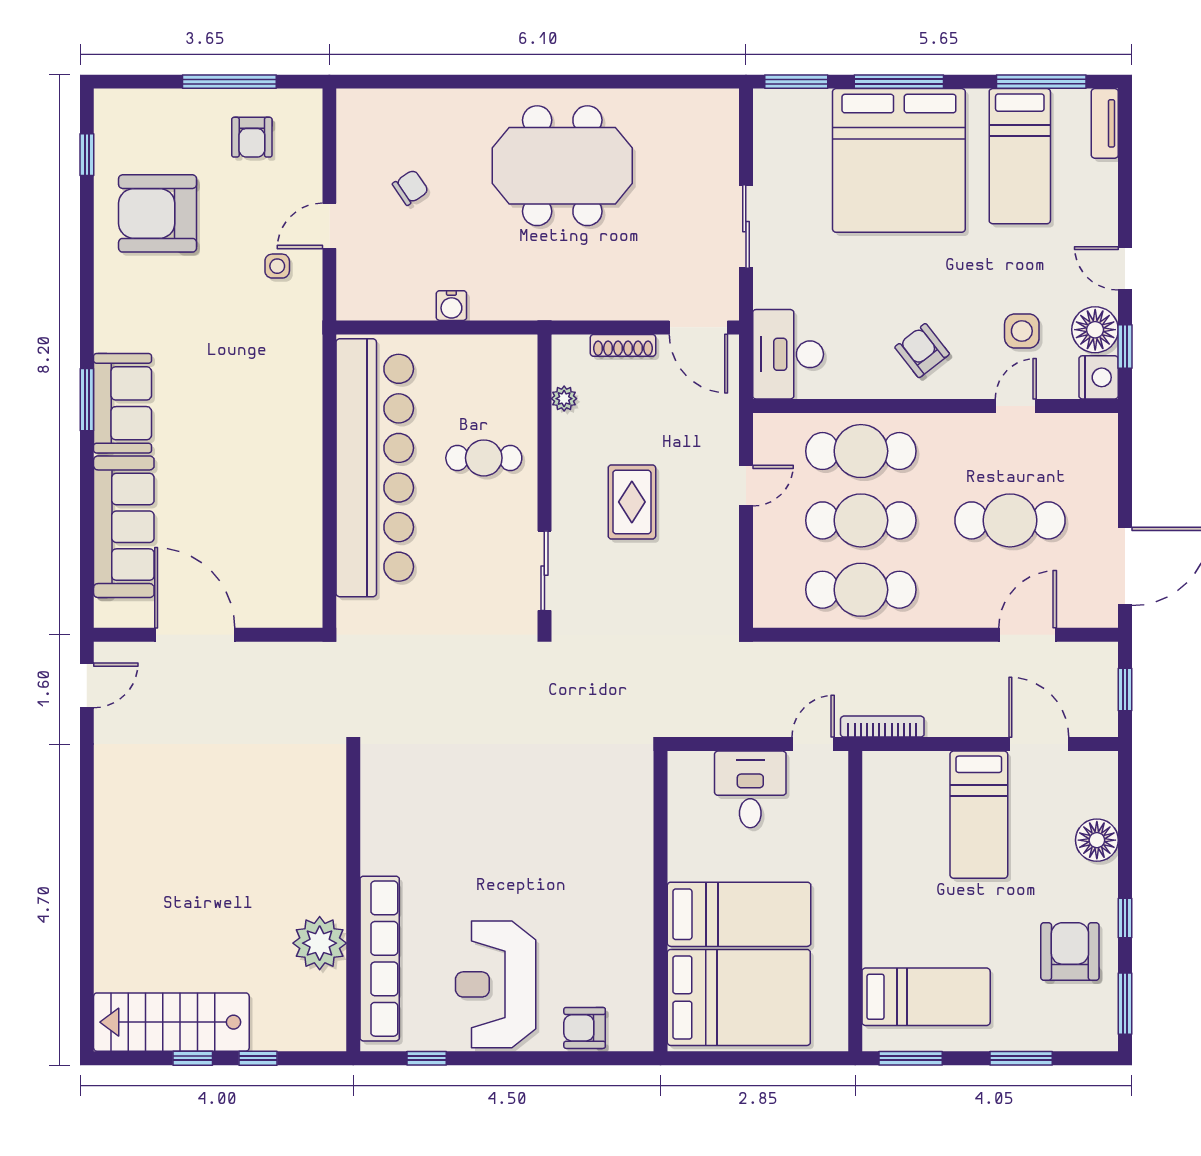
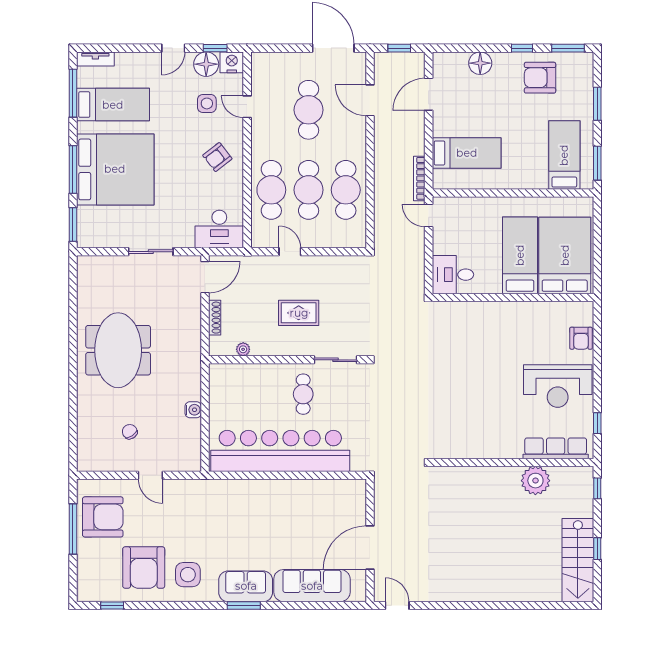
armchair: (252, 137) -> (103, 517), width x1.88, depth x1.88
side table: (277, 266) -> (188, 575), moved, width x1.87, depth x1.87
cafe table: (484, 458) -> (303, 394), moved
desk: (750, 789) -> (453, 275), moved
bed: (979, 815) -> (467, 153), moved
row of seats: (380, 959) -> (556, 448), width x0.73
window: (258, 1058) -> (597, 488), moved

